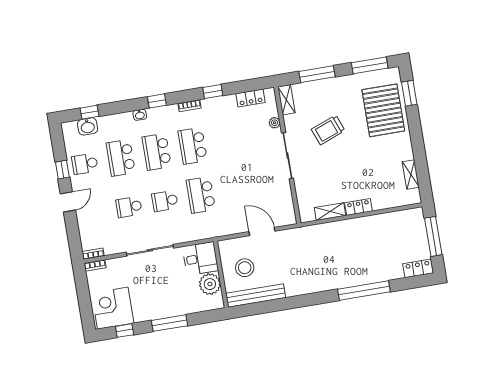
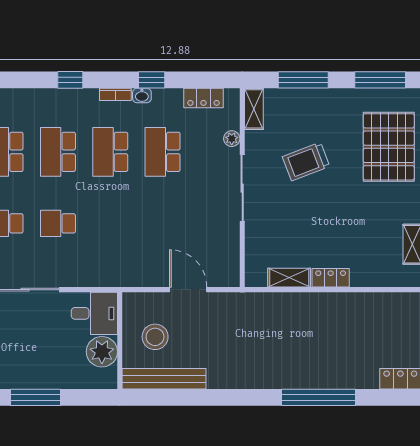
washbasin: (140, 115) -> (142, 95), moved
school desk: (201, 195) -> (163, 152), moved

